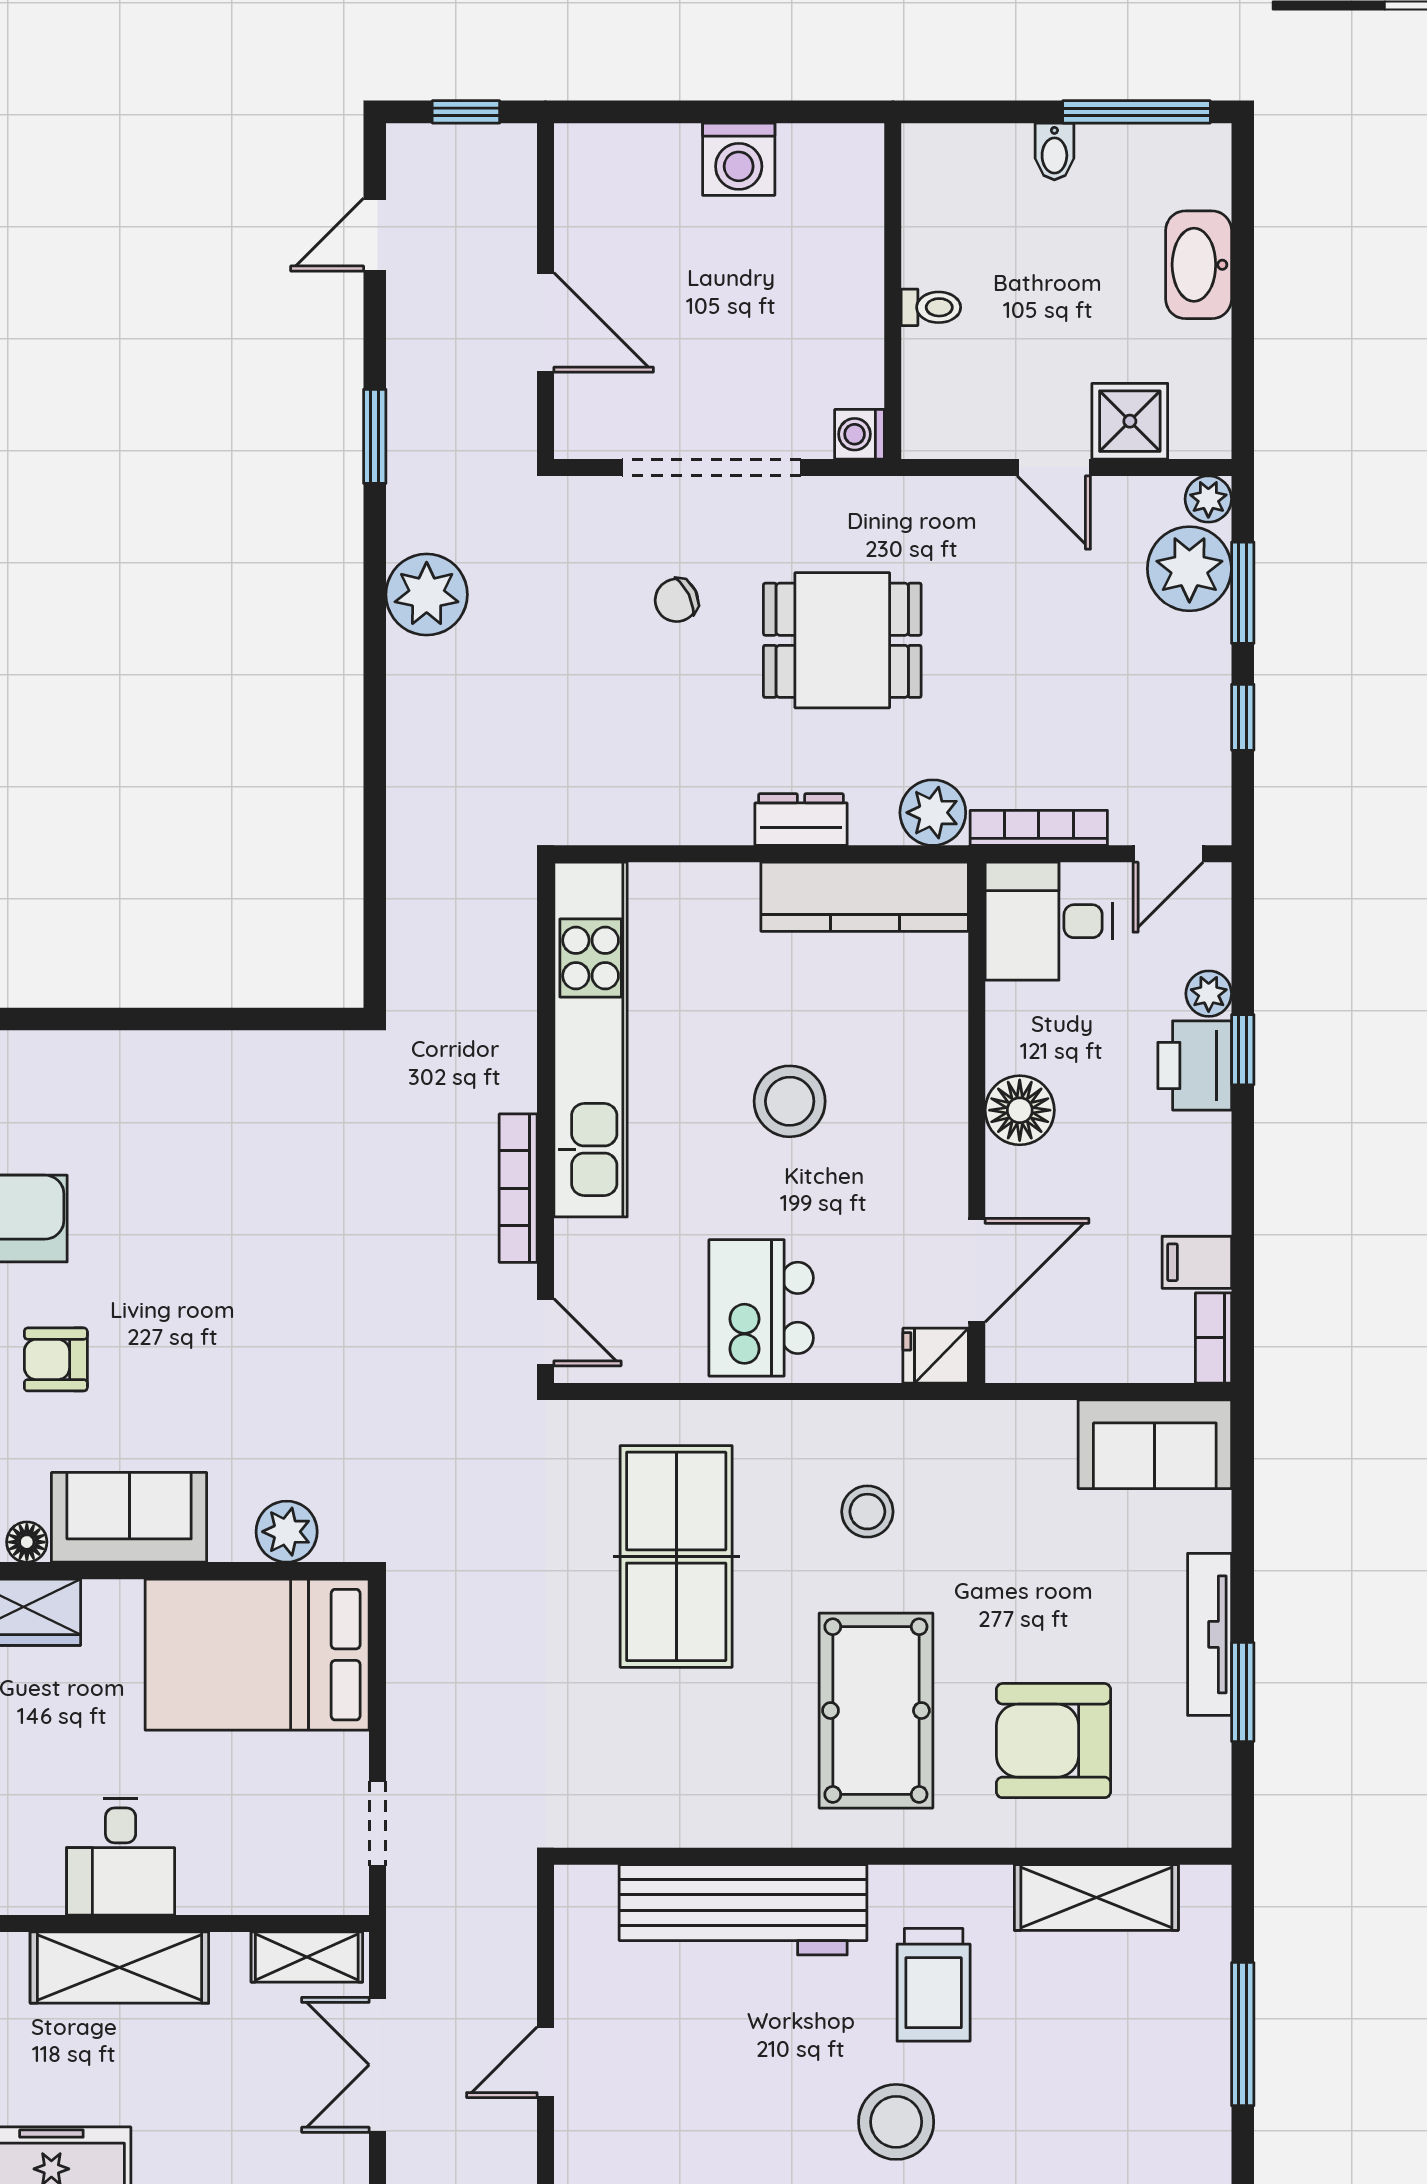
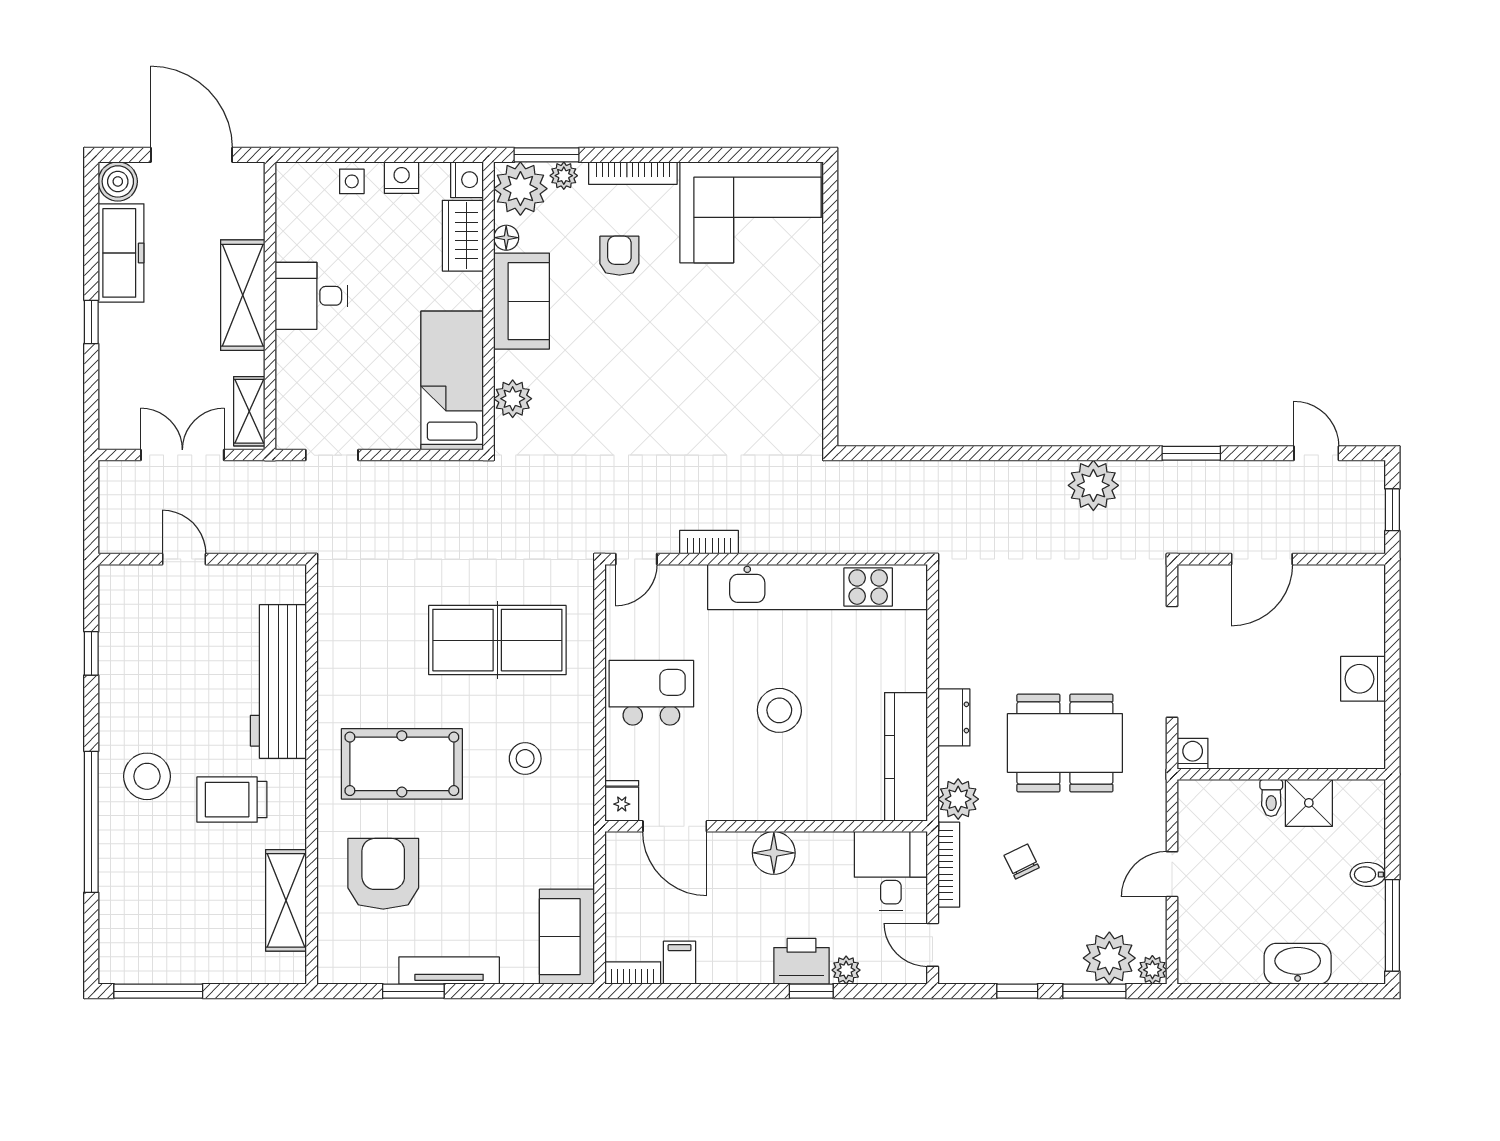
shower: (1130, 421) -> (1309, 803), moved
chair: (677, 600) -> (1022, 862), moved
dining table: (842, 640) -> (1065, 743), width x1.38
bookcase: (518, 1188) -> (709, 542), width x0.64
bed: (257, 1655) -> (452, 380), width x0.67
window: (1243, 2034) -> (158, 991), moved

